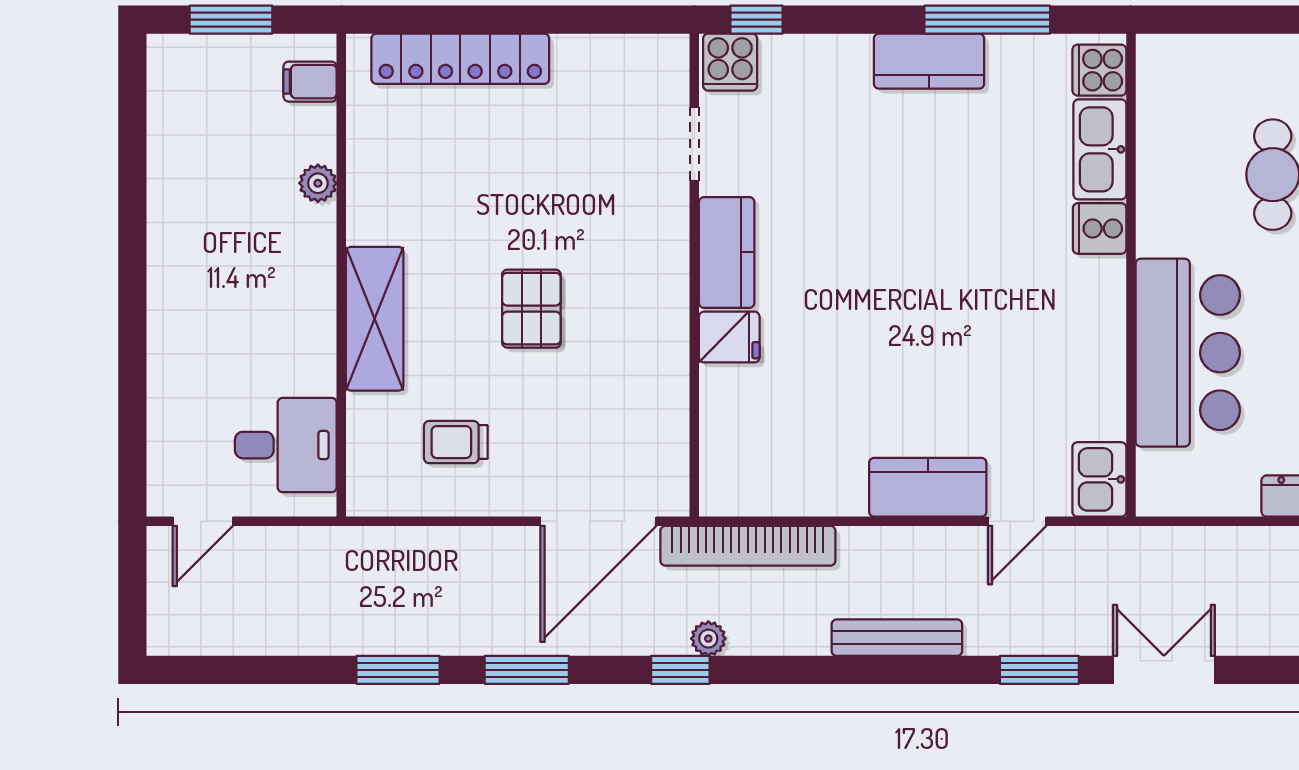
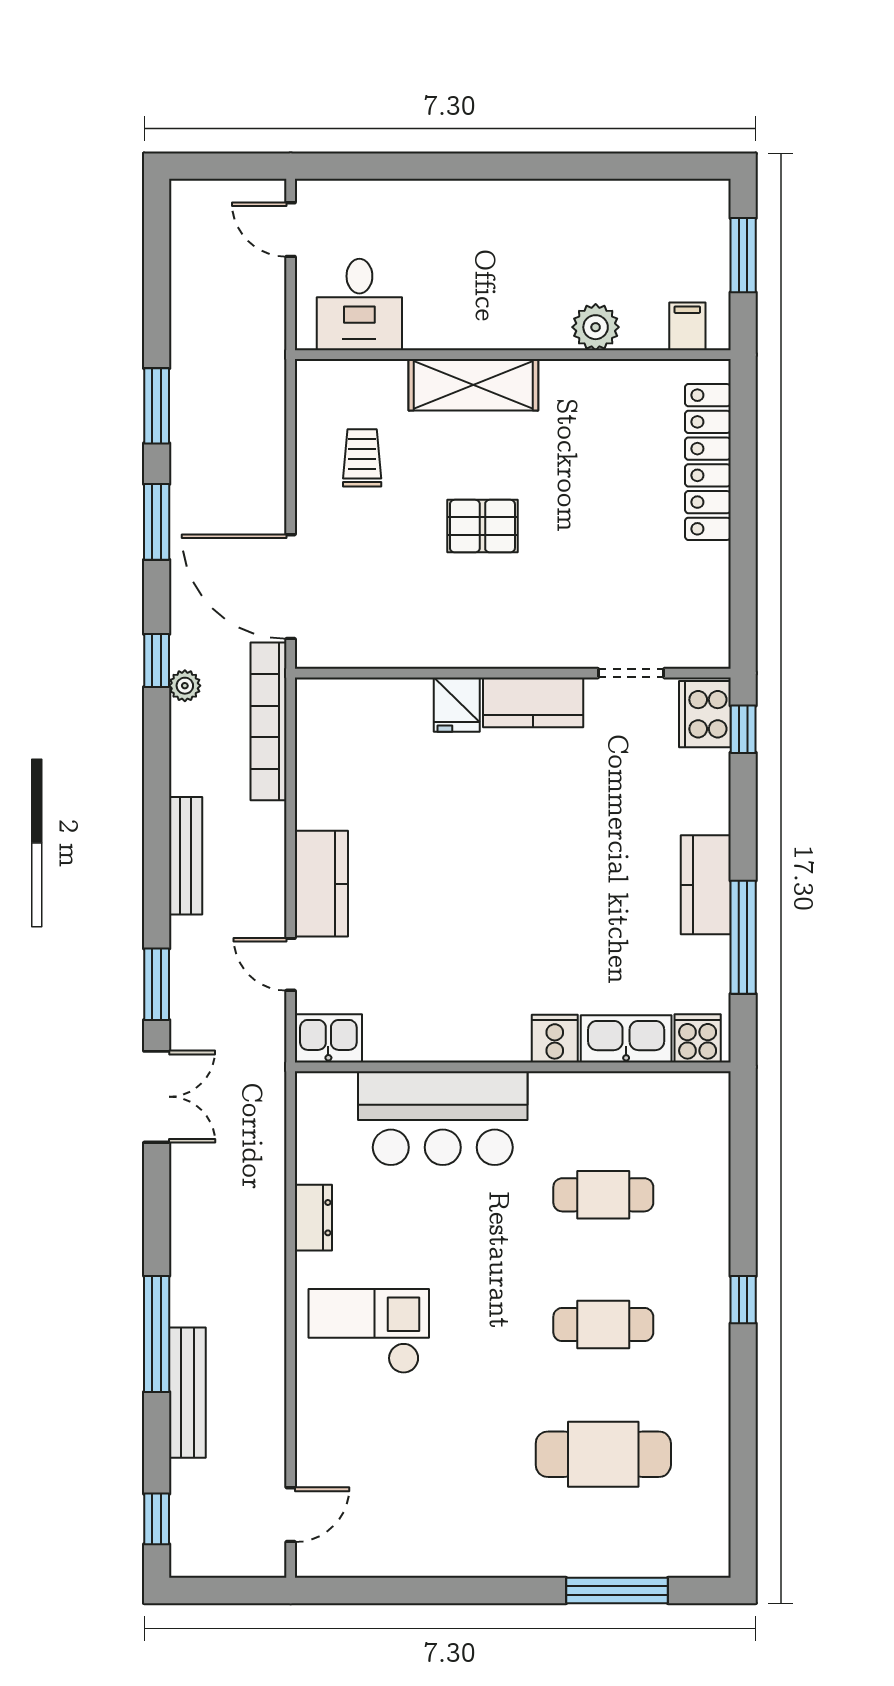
cooker: (730, 62) -> (705, 714), width x1.36
plant: (318, 183) -> (596, 327), width x1.38, depth x1.38

